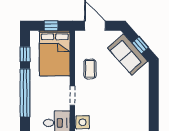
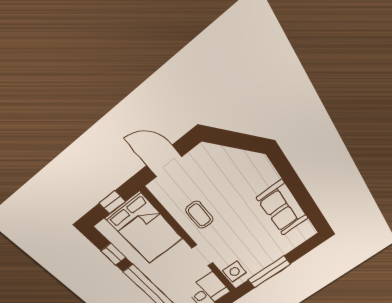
window: (140, 45) -> (240, 141), removed
sofa: (128, 54) -> (283, 208), moved, turned 41

